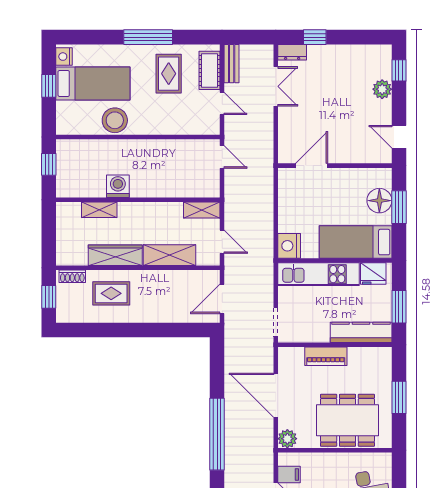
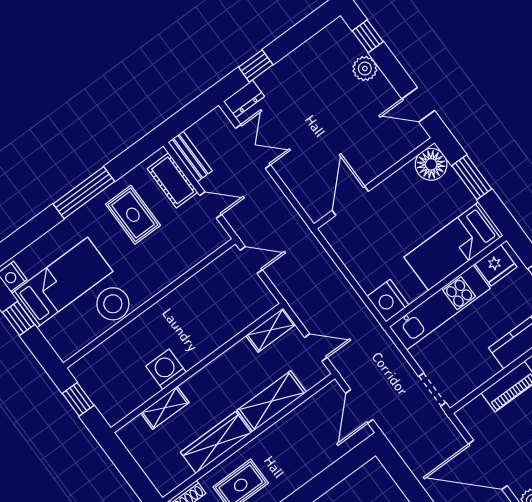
floor lamp: (379, 201) -> (431, 164), moved

